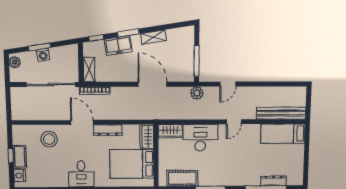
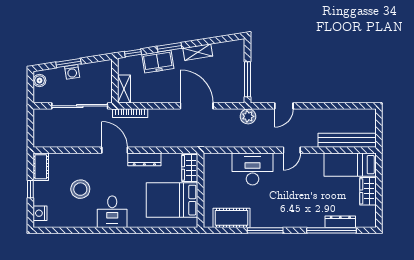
wardrobe: (170, 131) -> (368, 191), moved, turned 90
stool: (49, 139) -> (80, 189), moved
cot: (20, 157) -> (41, 167), moved

